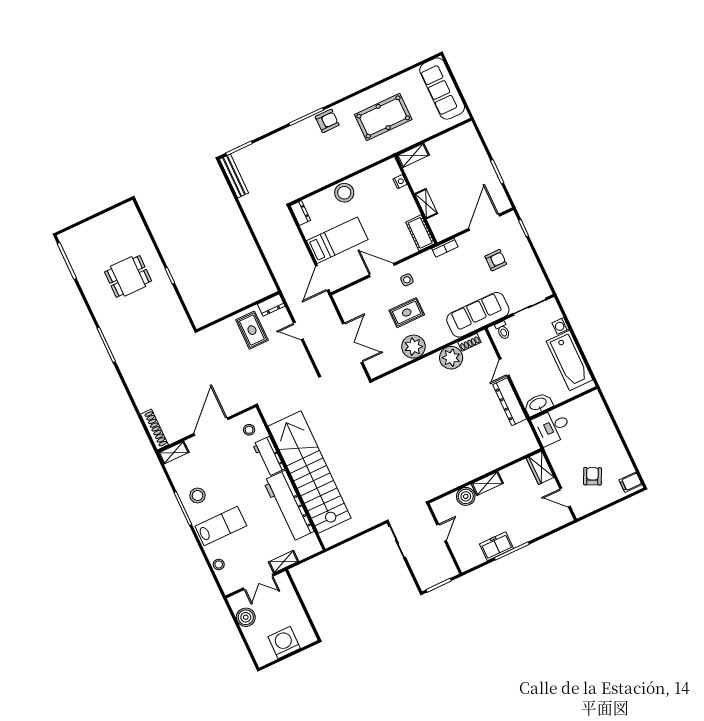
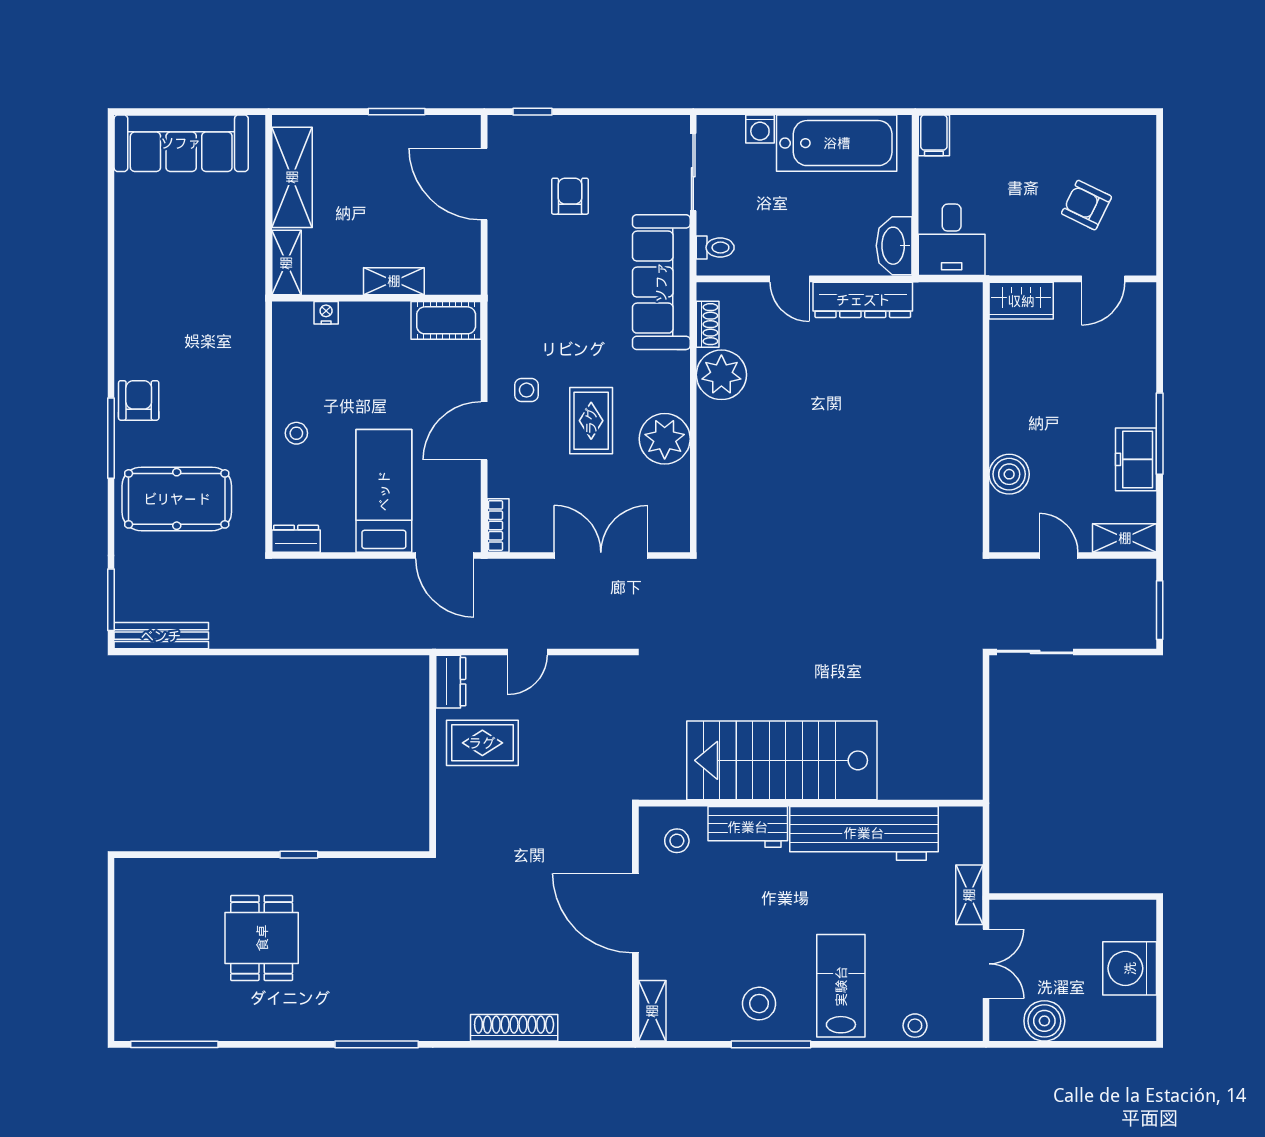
pool table: (383, 117) -> (177, 499), moved, turned 90
shelving: (450, 141) -> (292, 177), added
stool: (344, 193) -> (296, 433), width x0.53, depth x0.53
bookcase: (445, 248) -> (498, 526), moved
shoe rack: (154, 430) -> (514, 1028), moved
stairs: (310, 472) -> (782, 760), width x0.73
filing cabinet: (631, 482) -> (934, 135), moved
shelving: (487, 483) -> (1125, 538), moved, turned 90

